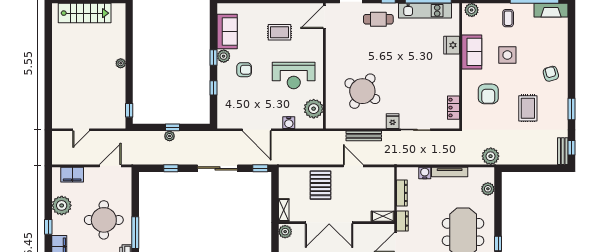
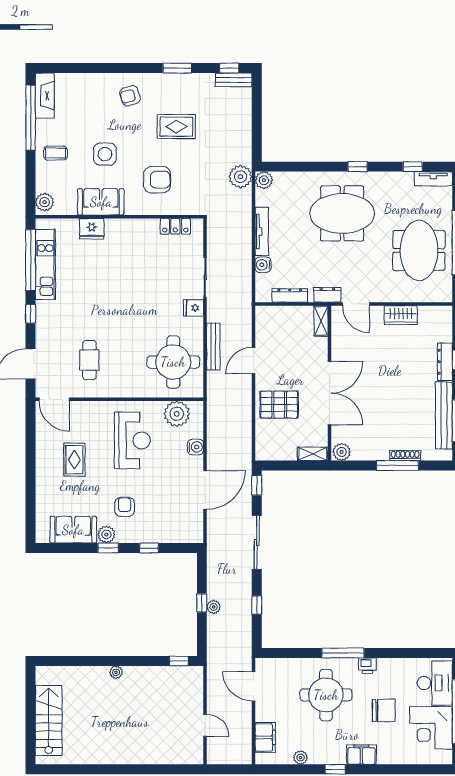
cafe table: (378, 19) -> (89, 360), moved
round table: (362, 91) -> (173, 362), moved, turned -32
plant: (488, 189) -> (264, 180), moved
plant: (62, 205) -> (300, 758), width x0.53, depth x0.53

